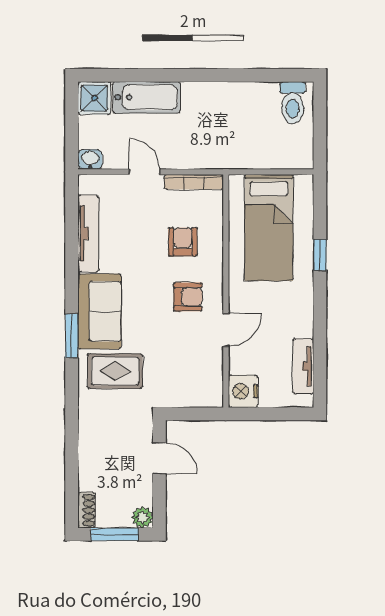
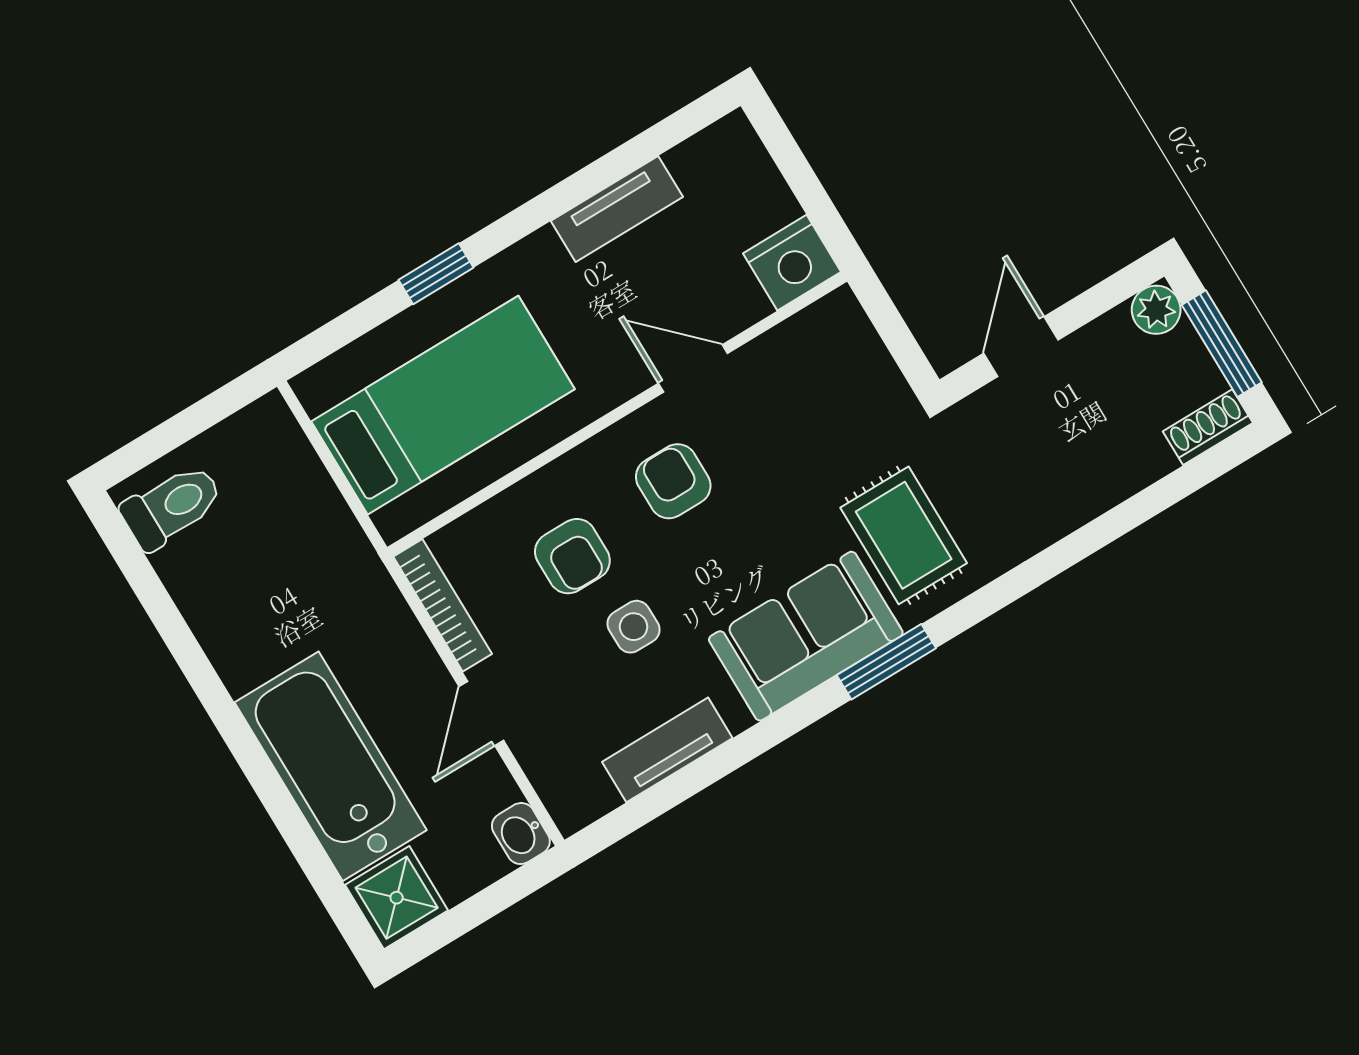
bathtub: (147, 97) -> (331, 766), width x1.36, depth x1.36
tv unit: (88, 233) -> (667, 750), width x0.71
armchair: (183, 242) -> (572, 556), turned -90
side table: (142, 249) -> (634, 627), added
tv unit: (303, 366) -> (617, 209), moved

